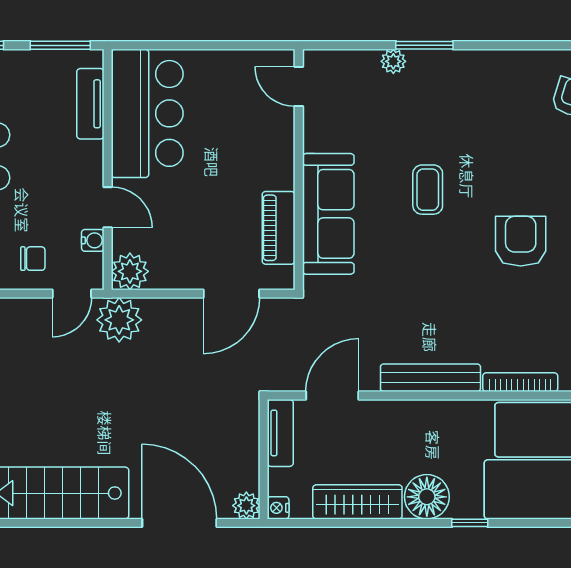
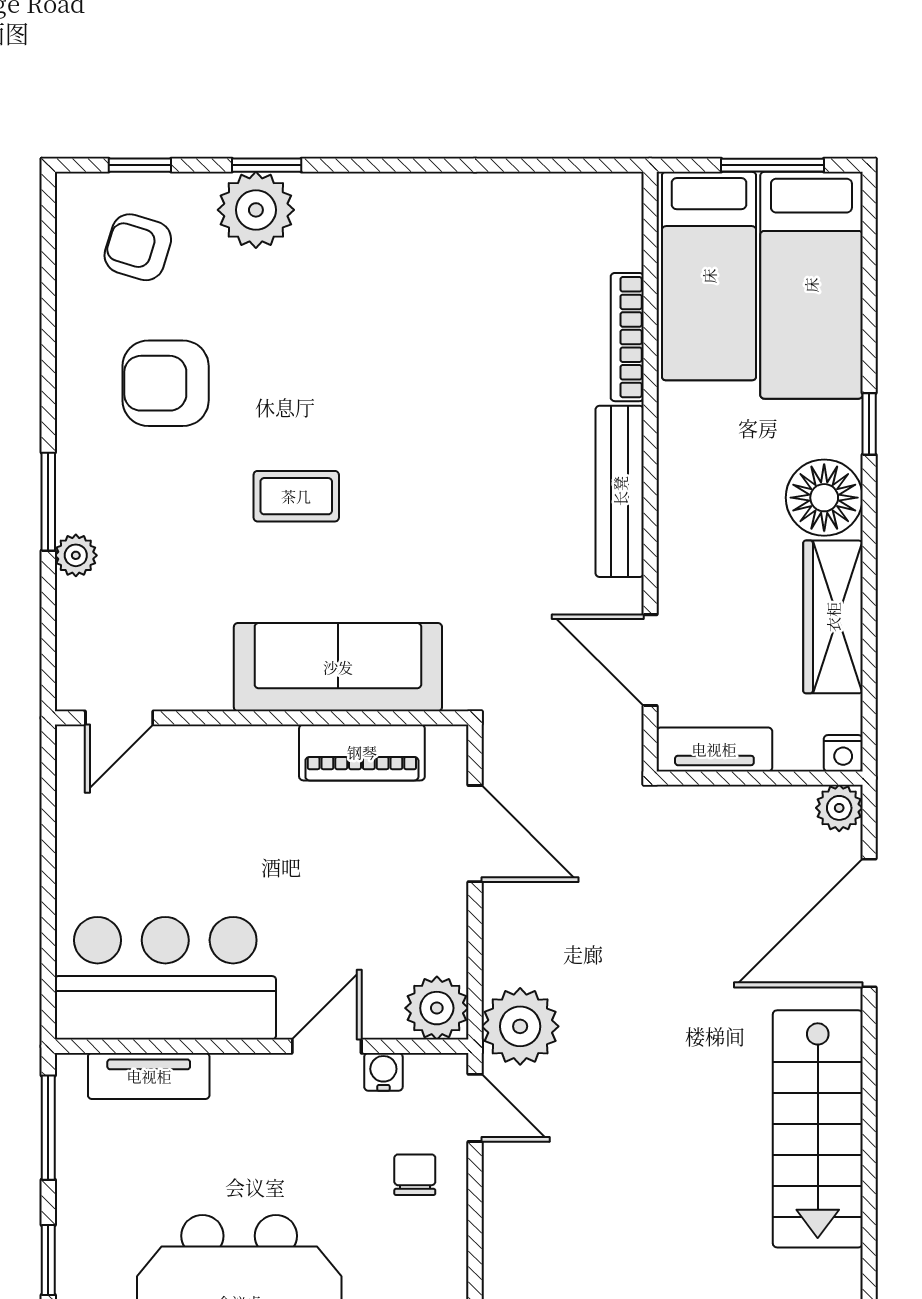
armchair: (521, 241) -> (166, 383), moved

